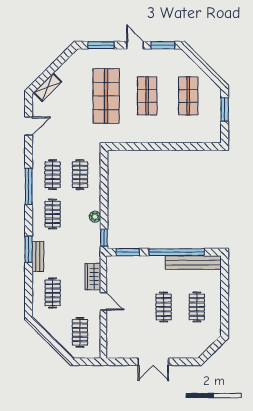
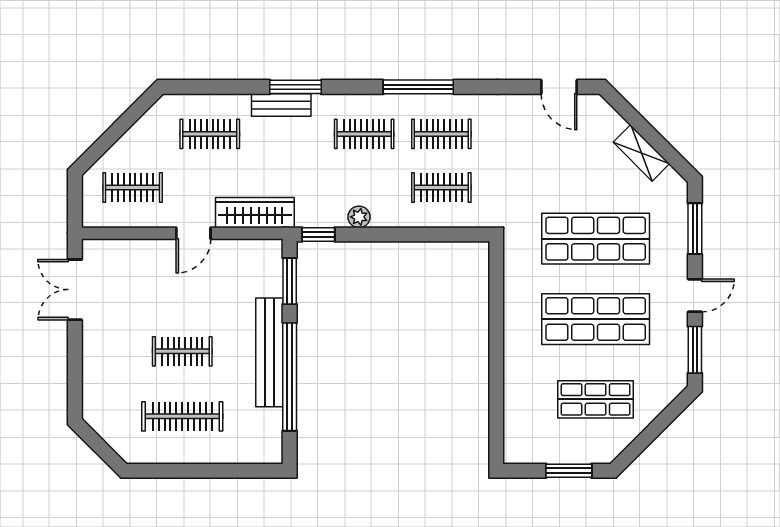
shelving: (48, 87) -> (641, 153), moved
shop shelf: (147, 96) -> (596, 319), width x1.43, depth x1.36
door: (29, 126) -> (559, 87), moved
bench: (193, 262) -> (269, 352), moved
wardrobe: (93, 277) -> (255, 213), width x1.50
clothes rail: (197, 307) -> (182, 416), width x1.36
double door: (153, 362) -> (75, 290), moved

